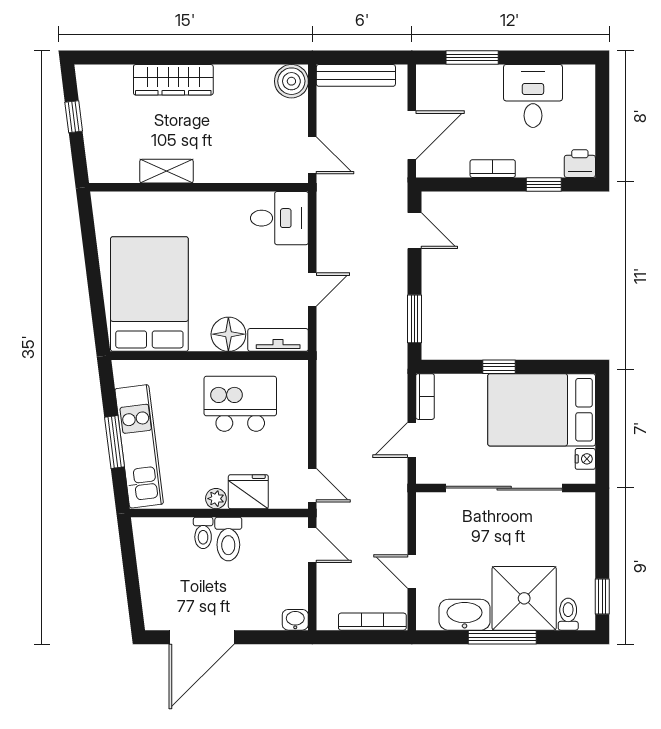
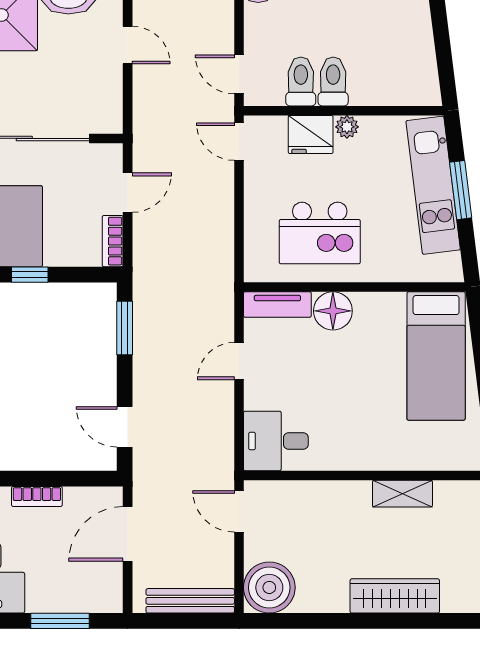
boiler: (291, 81) -> (269, 587), width x1.37, depth x1.37
bed: (149, 294) -> (436, 356), width x0.67
toilet: (203, 533) -> (301, 82), moved, width x1.37, depth x1.39

